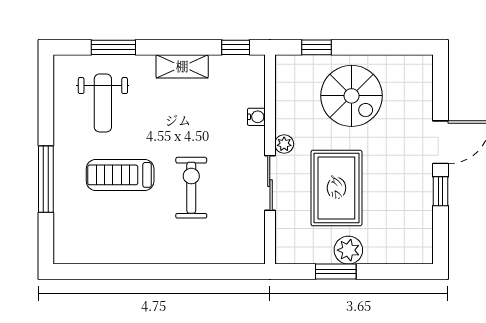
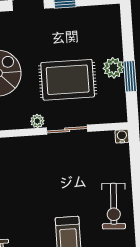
water cooler: (256, 117) -> (122, 136), moved
exercise bike: (191, 188) -> (114, 206), moved, turned -87

